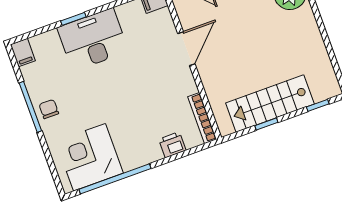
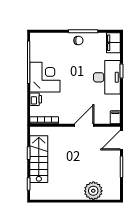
door: (186, 49) -> (84, 125), swing flipped
filing cabinet: (23, 53) -> (113, 43), width x2.00
corner desk: (89, 157) -> (45, 77), moved

